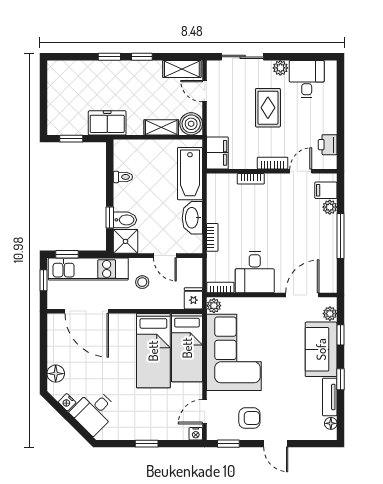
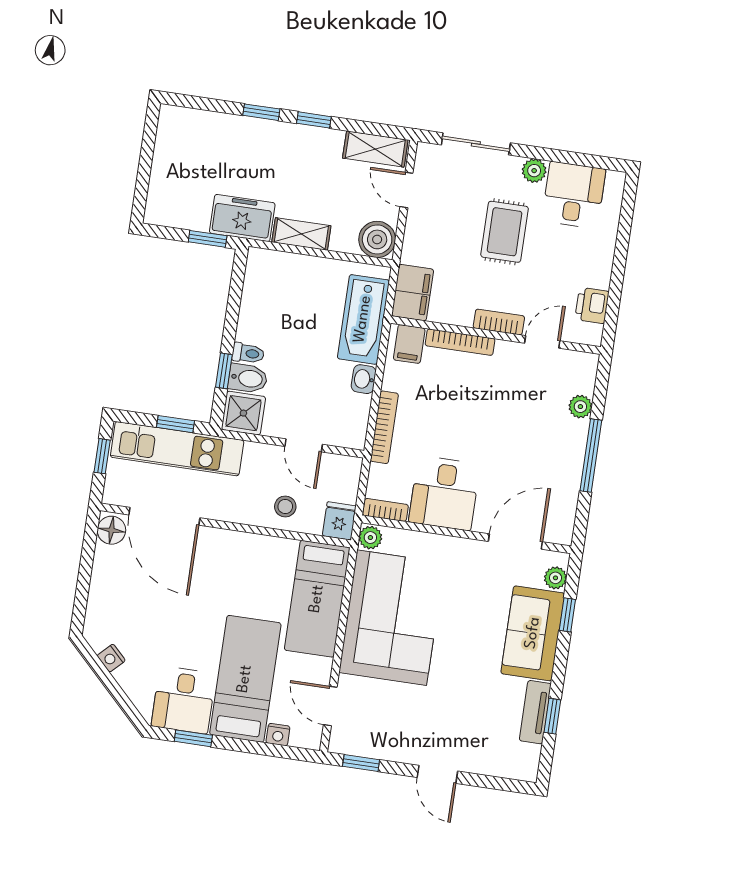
shelving: (161, 127) -> (301, 234), moved
window: (71, 139) -> (208, 239), moved
toilet: (123, 177) -> (248, 353), moved
bookcase: (251, 179) -> (460, 342), width x1.56
filing cabinet: (326, 190) -> (409, 344), moved, turned -90
washbasin: (192, 218) -> (364, 379), width x0.52, depth x0.69
bookcase: (212, 237) -> (384, 427), width x1.56
window: (67, 254) -> (175, 424), moved
stool: (142, 282) -> (285, 506), moved
bed: (153, 351) -> (245, 679), moved, turned 180
floor lamp: (56, 374) -> (111, 530), moved
window: (341, 379) -> (552, 716), moved
desk: (94, 411) -> (184, 700), moved, turned -45
door: (205, 412) -> (330, 706), hinge flipped
armchair: (249, 418) -> (401, 727), removed
floor lamp: (331, 423) -> (531, 755), removed
nightstand: (196, 434) -> (278, 735), moved
window: (147, 444) -> (193, 738), moved

